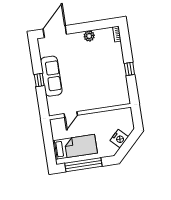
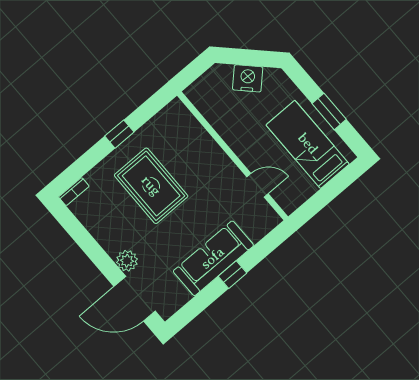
plant: (89, 36) -> (127, 261), moved
rug: (99, 69) -> (151, 186), added
window: (83, 165) -> (329, 111), width x0.47

